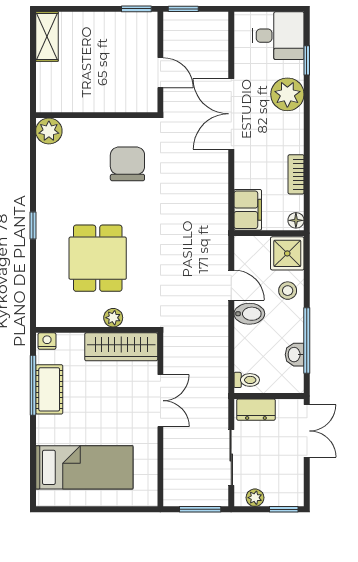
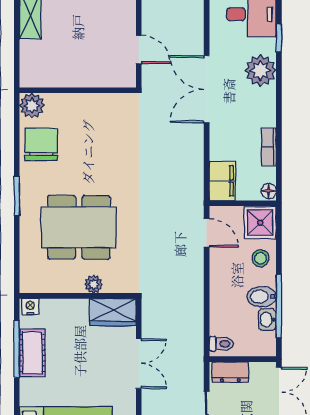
chair: (127, 164) -> (41, 144), moved
window: (33, 226) -> (17, 196), width x1.50
dining table: (98, 258) -> (79, 227), width x1.38
door: (231, 285) -> (207, 233), moved
bidet: (249, 314) -> (262, 297), moved, turned 180
wardrobe: (121, 347) -> (113, 312), width x0.67

